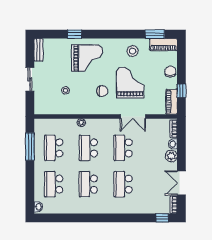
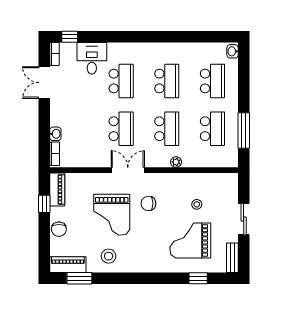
window: (75, 34) -> (198, 278), moved
grand piano: (87, 58) -> (190, 240), moved
double door: (133, 116) -> (128, 170), moved
plant: (171, 156) -> (58, 118), removed
double door: (181, 183) -> (44, 83), swing flipped
desk: (145, 201) -> (92, 58), added

